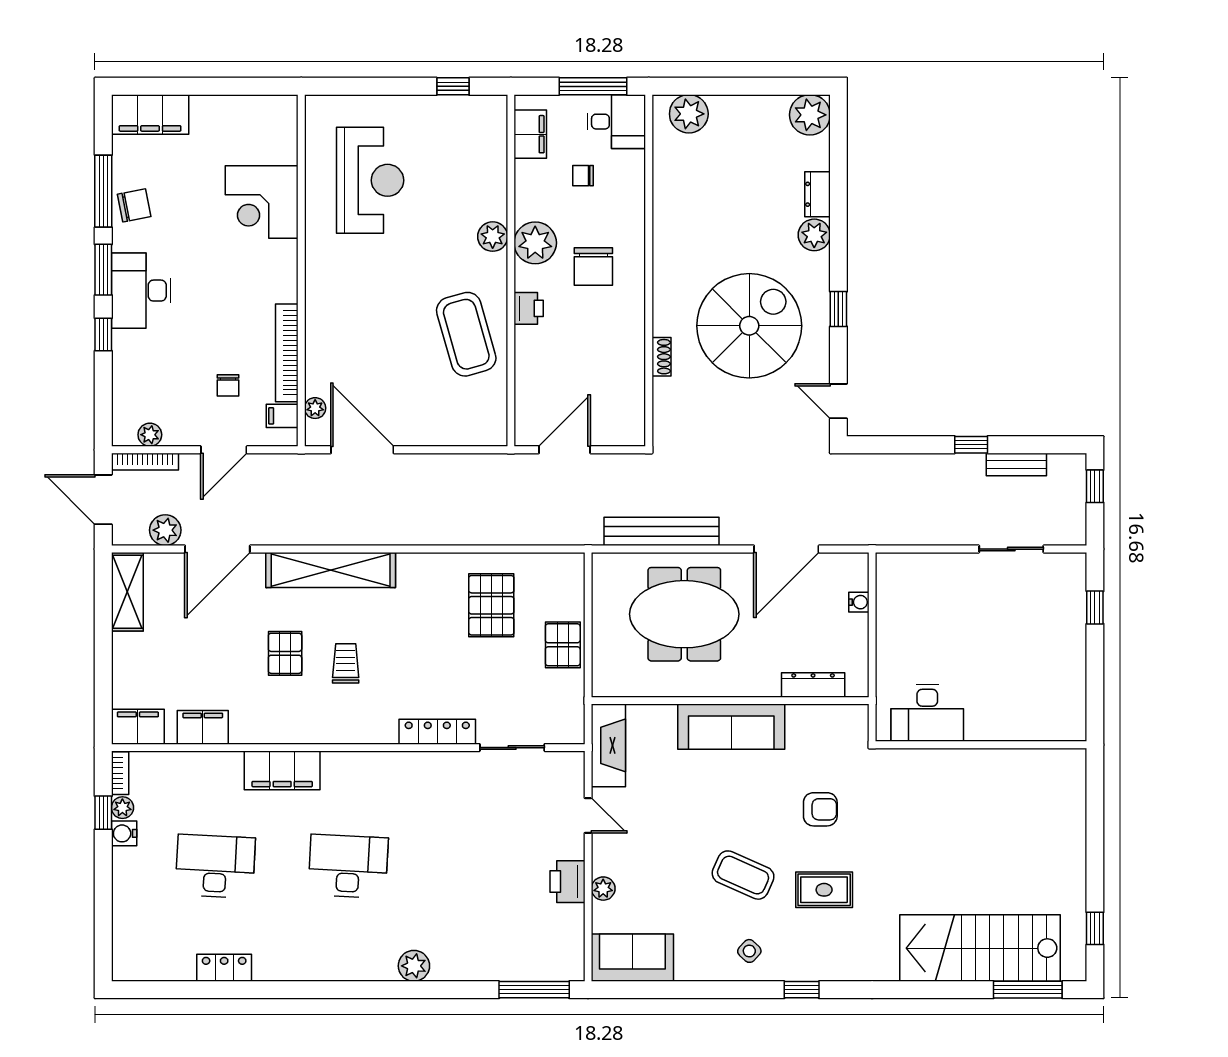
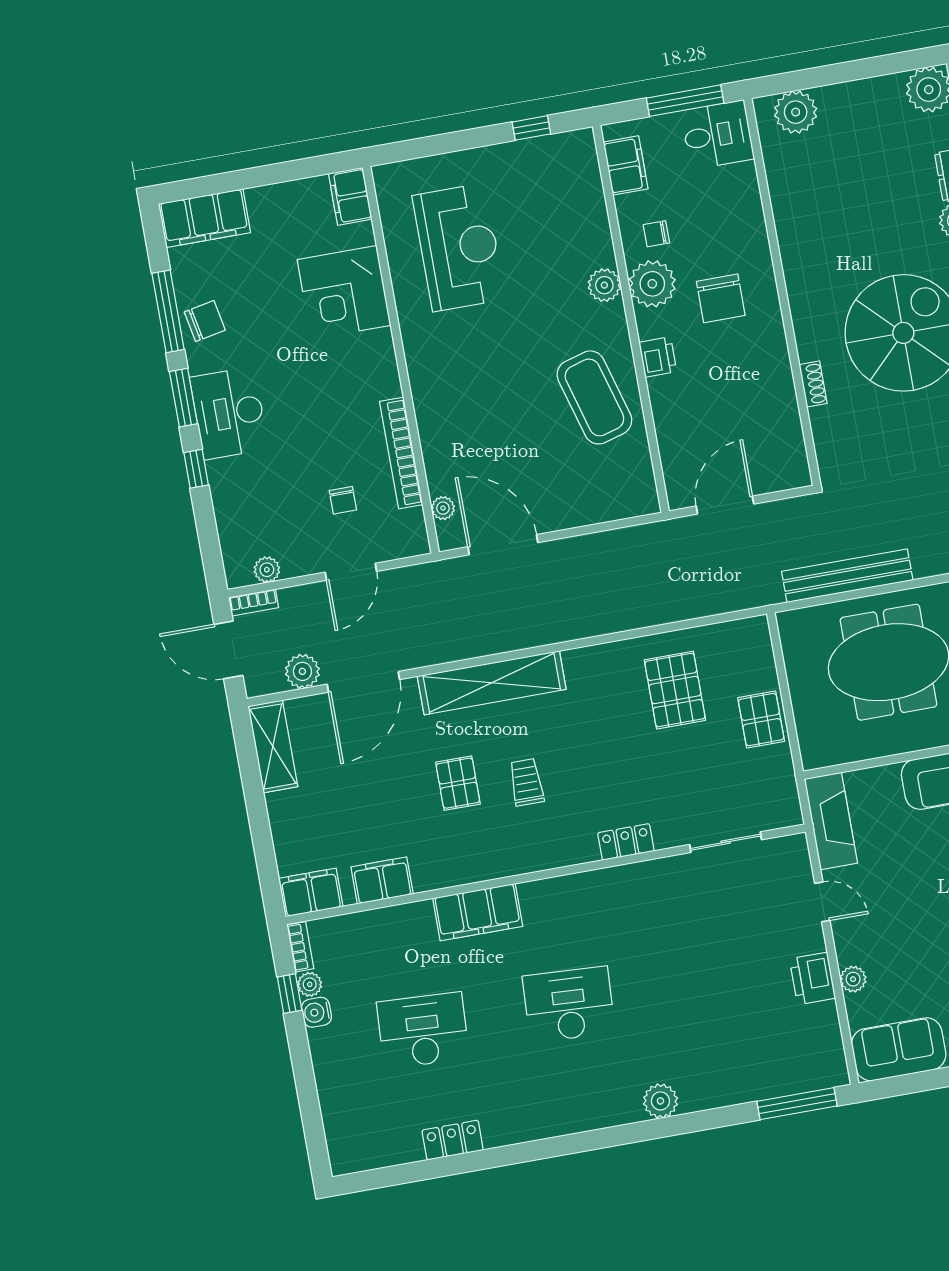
chair: (583, 176) -> (656, 234), moved
filing cabinet: (282, 416) -> (350, 196), moved, width x2.00
bookcase: (145, 462) -> (254, 602), width x0.64
locker: (437, 732) -> (626, 842), width x0.66

